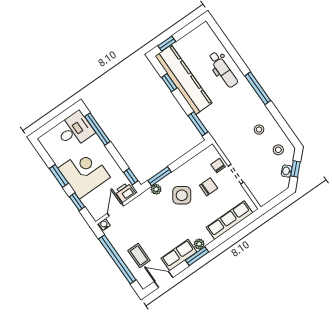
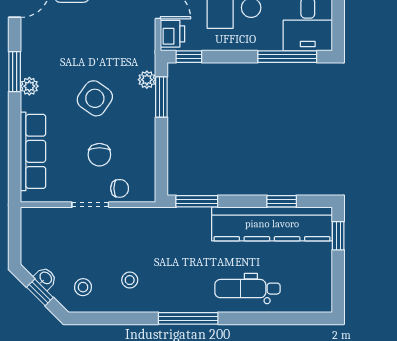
side table: (182, 195) -> (95, 98), moved
row of seats: (179, 255) -> (34, 48), removed

